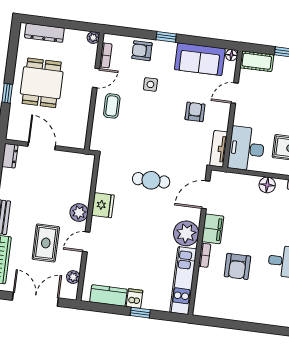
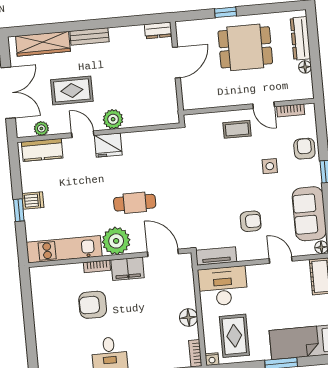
floor lamp: (70, 34) -> (305, 67), added
plant: (93, 38) -> (307, 92), removed
cafe table: (151, 180) -> (135, 203), moved, turned 90
fridge: (103, 205) -> (108, 145), moved
kitchen counter: (108, 296) -> (42, 150), moved, turned 90

